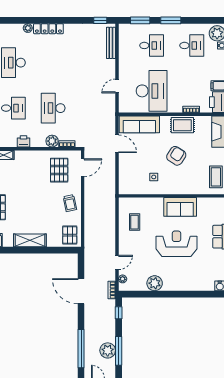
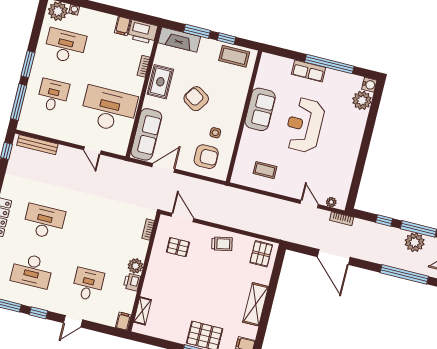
window: (140, 20) -> (19, 102), width x1.44
desk: (192, 45) -> (65, 46), width x1.37
desk: (53, 108) -> (44, 222), moved, turned 180
plant: (52, 141) -> (135, 266), moved
pallet: (59, 170) -> (178, 247), width x0.67, depth x0.71
armchair: (134, 175) -> (206, 157), added
pallet: (70, 235) -> (261, 254), turned 90
plant: (155, 283) -> (362, 100), moved
door: (81, 291) -> (334, 257), hinge flipped
window: (119, 313) -> (384, 220), moved

